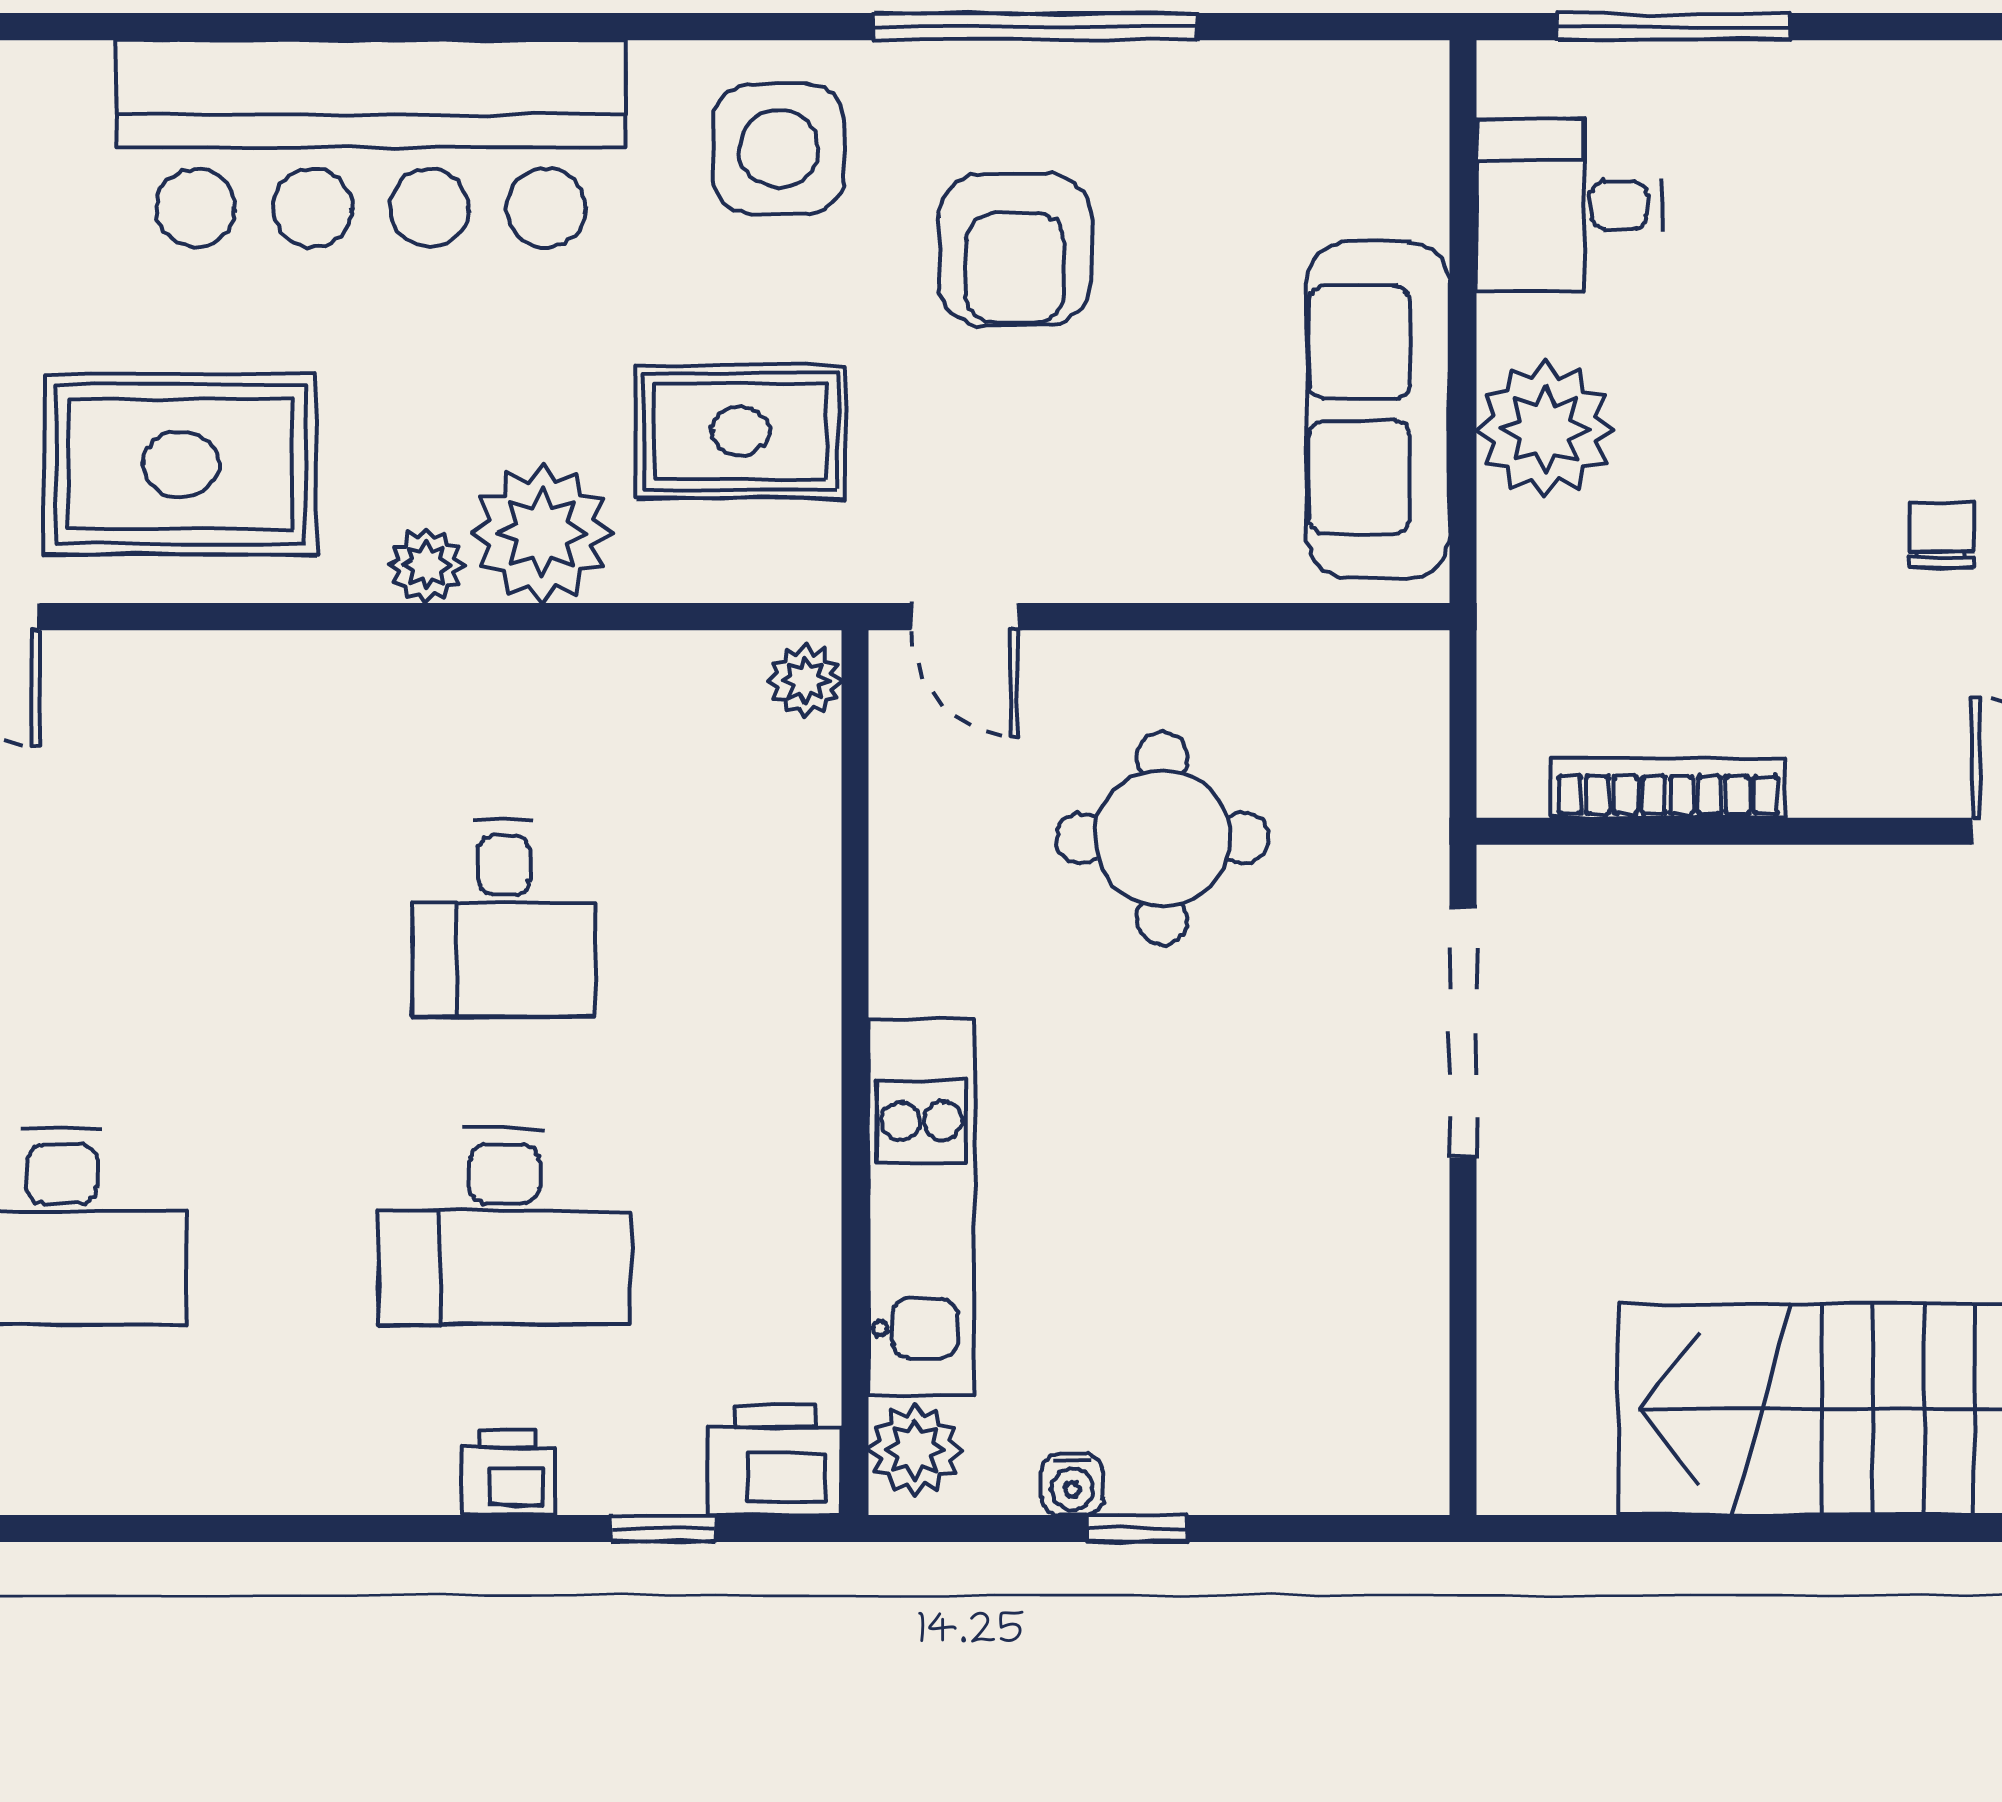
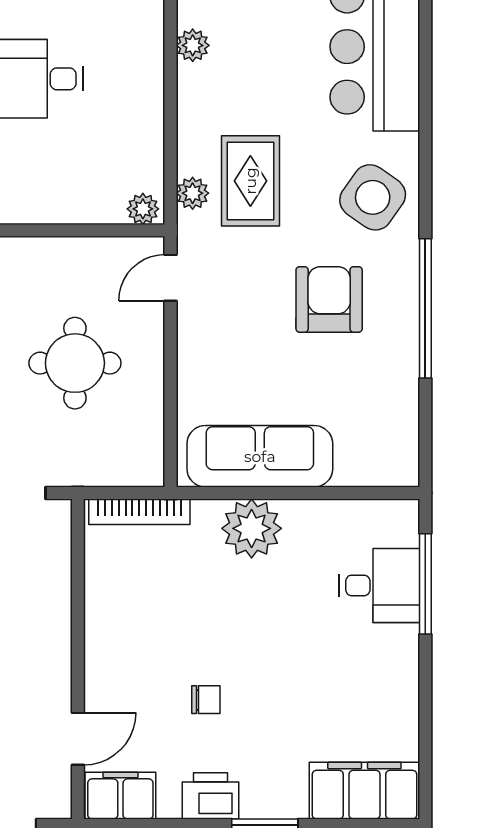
side table: (779, 149) -> (373, 197), turned 35
desk: (1569, 205) -> (379, 585), moved, turned 90
armchair: (1015, 250) -> (329, 299), turned 90
plant: (542, 533) -> (193, 193), moved, width x0.53, depth x0.53
bookcase: (1668, 788) -> (139, 512), moved, turned 90

